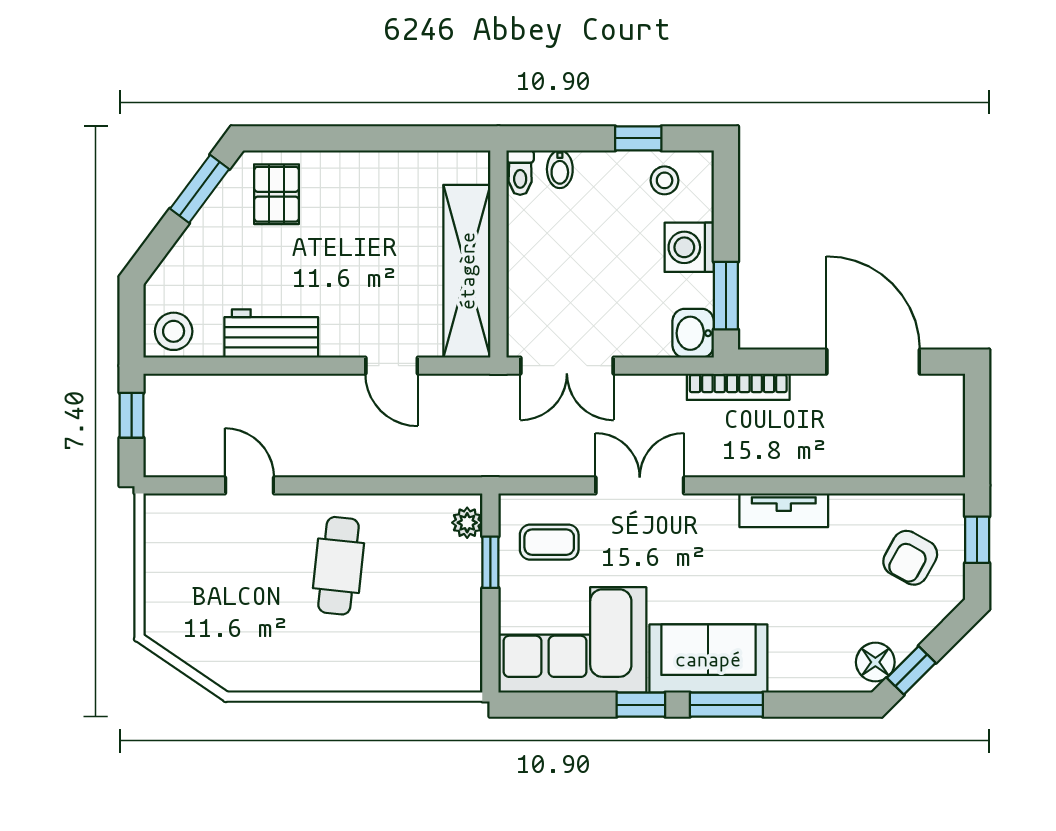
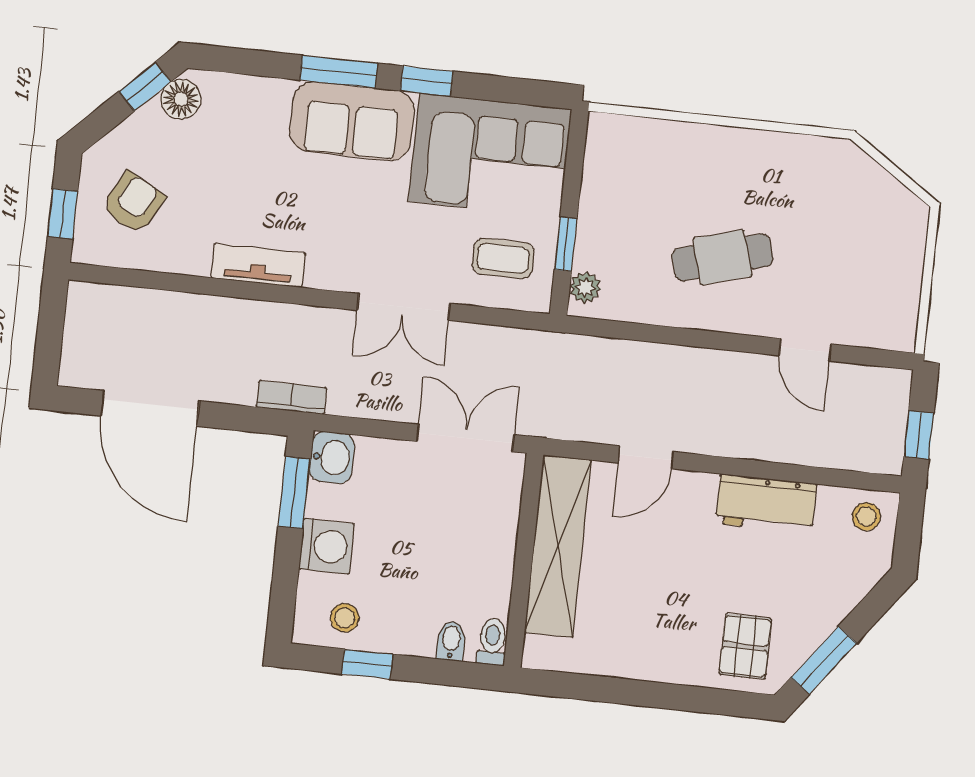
stool: (174, 331) -> (866, 517), width x0.73, depth x0.73
door: (392, 366) -> (646, 457), swing flipped
bookcase: (738, 387) -> (292, 397), width x0.64
cafe table: (339, 566) -> (722, 257), turned 68

